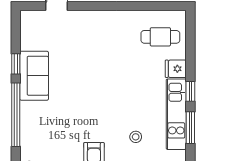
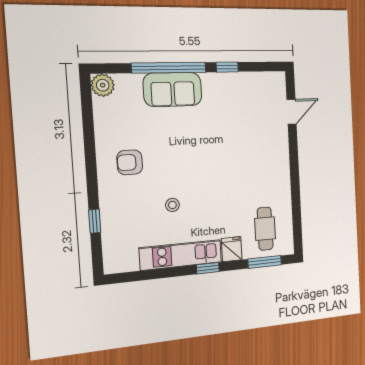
sofa: (34, 76) -> (173, 89), moved
window: (190, 128) -> (265, 262), moved
stool: (136, 137) -> (172, 205), moved

